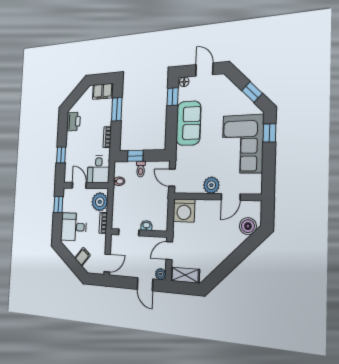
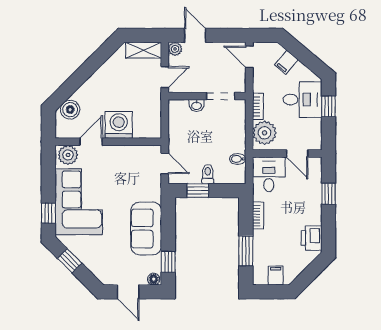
filing cabinet: (102, 91) -> (276, 275), width x0.50
window: (135, 156) -> (198, 191), moved
plant: (211, 185) -> (68, 155), moved
window: (58, 205) -> (329, 106), moved
washing machine: (184, 211) -> (119, 125), moved
door: (107, 263) -> (249, 57), hinge flipped

